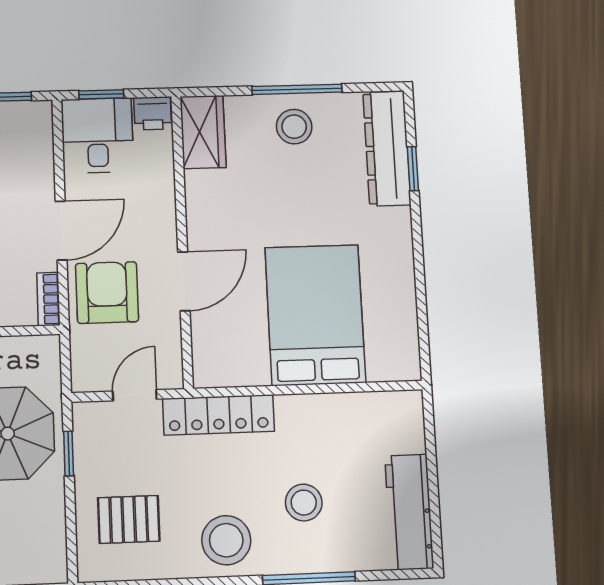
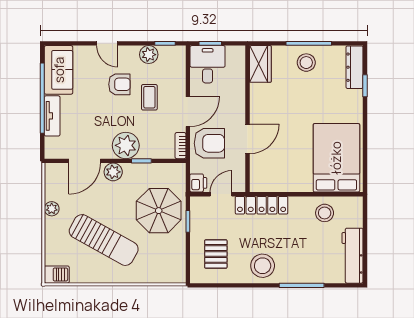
printer: (153, 113) -> (198, 183), moved, turned -90
dresser: (387, 148) -> (354, 67), width x0.73, depth x0.80
armchair: (107, 293) -> (209, 143), turned 90
bed: (315, 315) -> (336, 158), moved
stool: (304, 503) -> (325, 213), moved
pallet: (129, 519) -> (216, 254), turned 90

